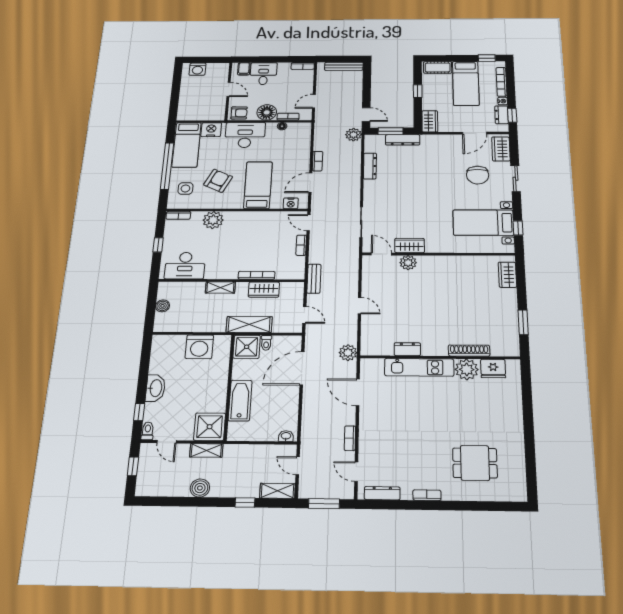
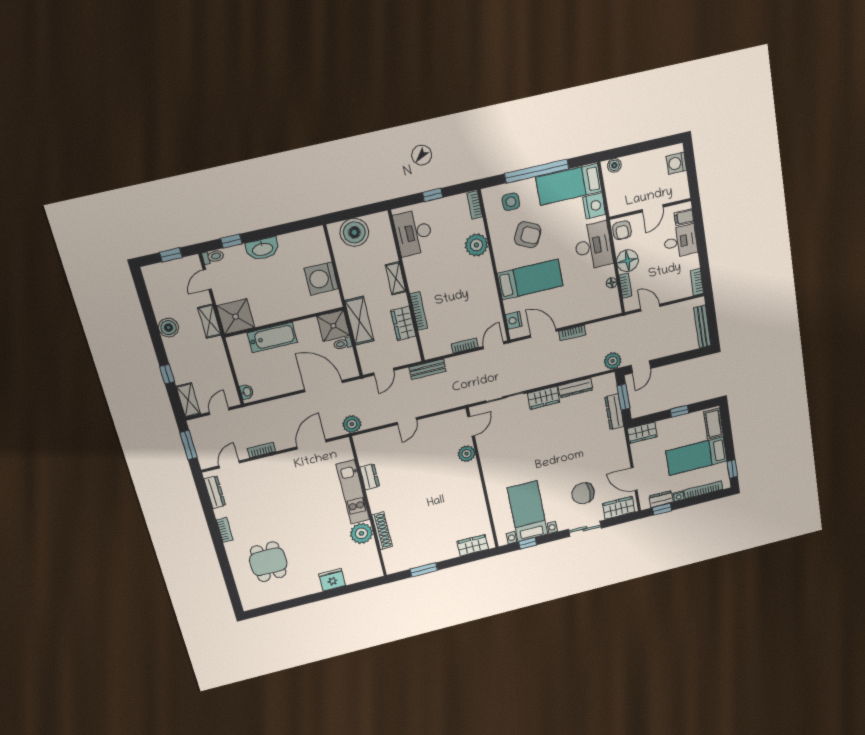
boiler: (183, 111) -> (614, 165), added
wardrobe: (410, 245) -> (544, 398), moved, turned 90
boiler: (163, 306) -> (354, 232), width x1.86, depth x1.86
fridge: (493, 368) -> (332, 580), moved, turned 90

